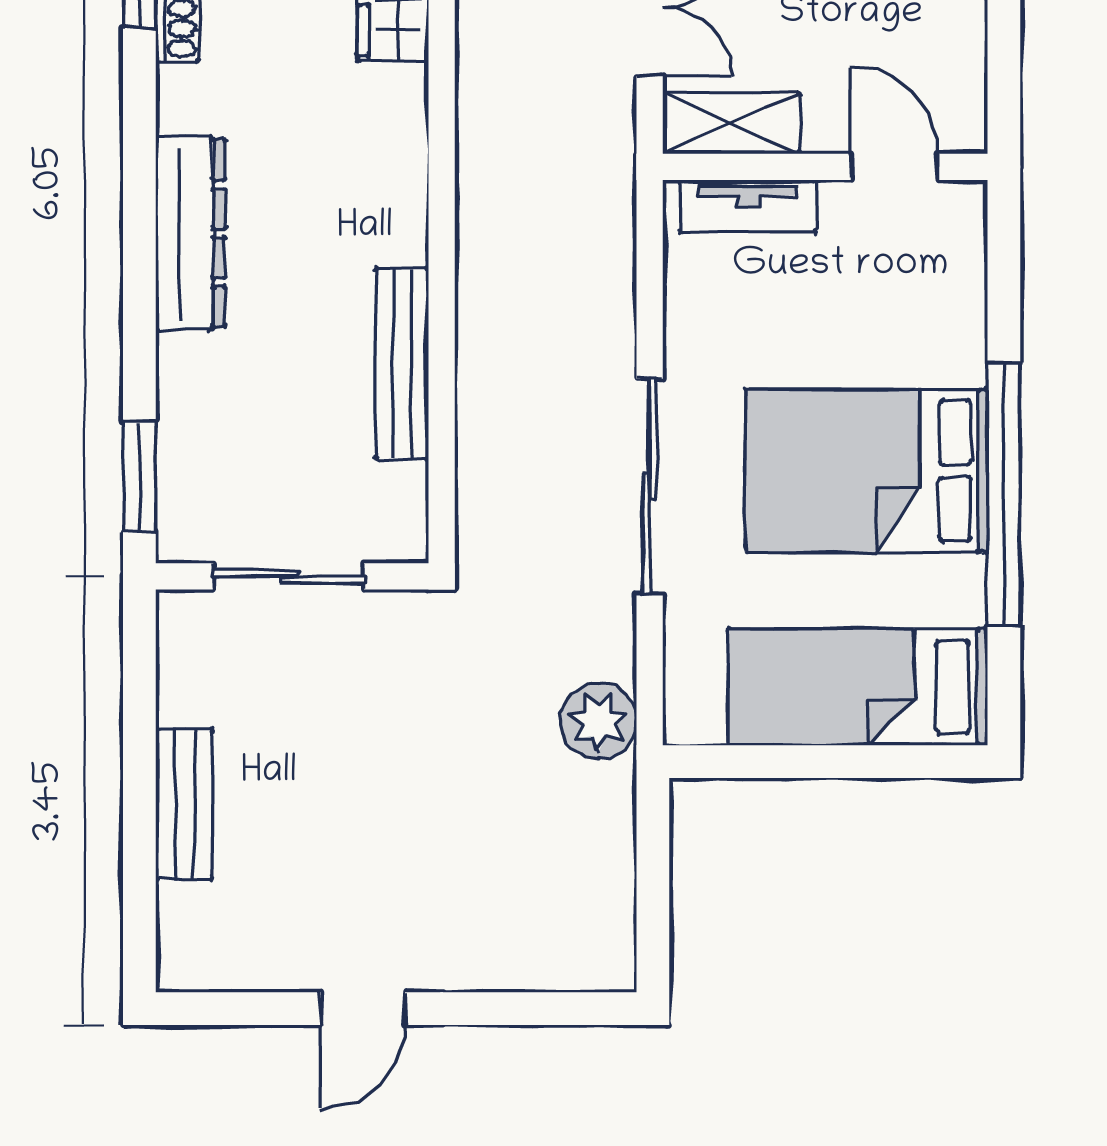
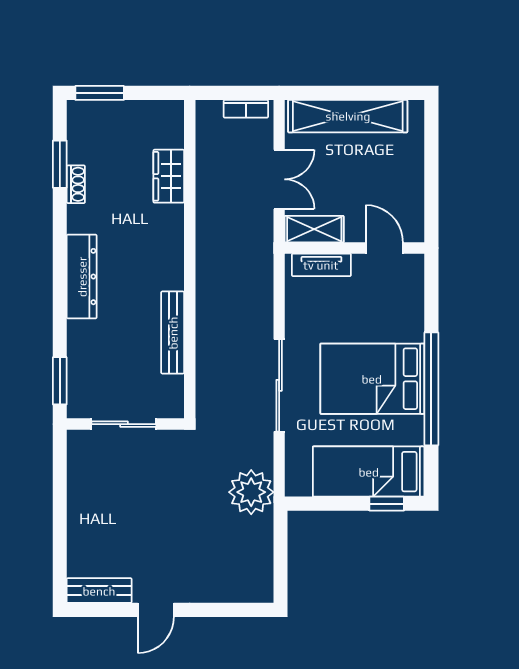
plant: (599, 721) -> (251, 492), width x1.36, depth x1.36
window: (900, 762) -> (387, 504), added
bench: (184, 804) -> (99, 591), moved, turned 90

